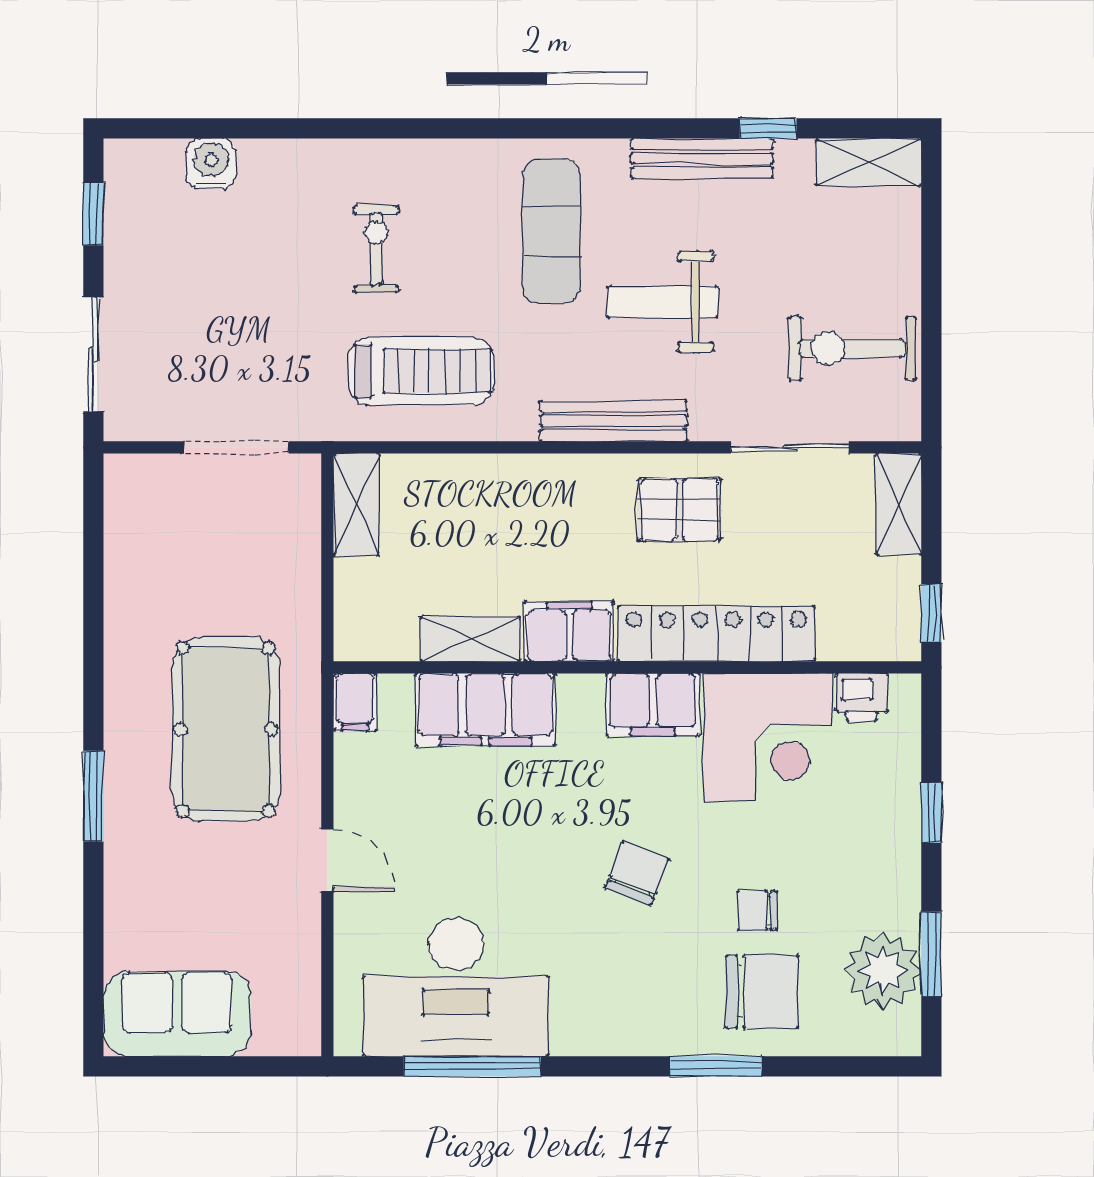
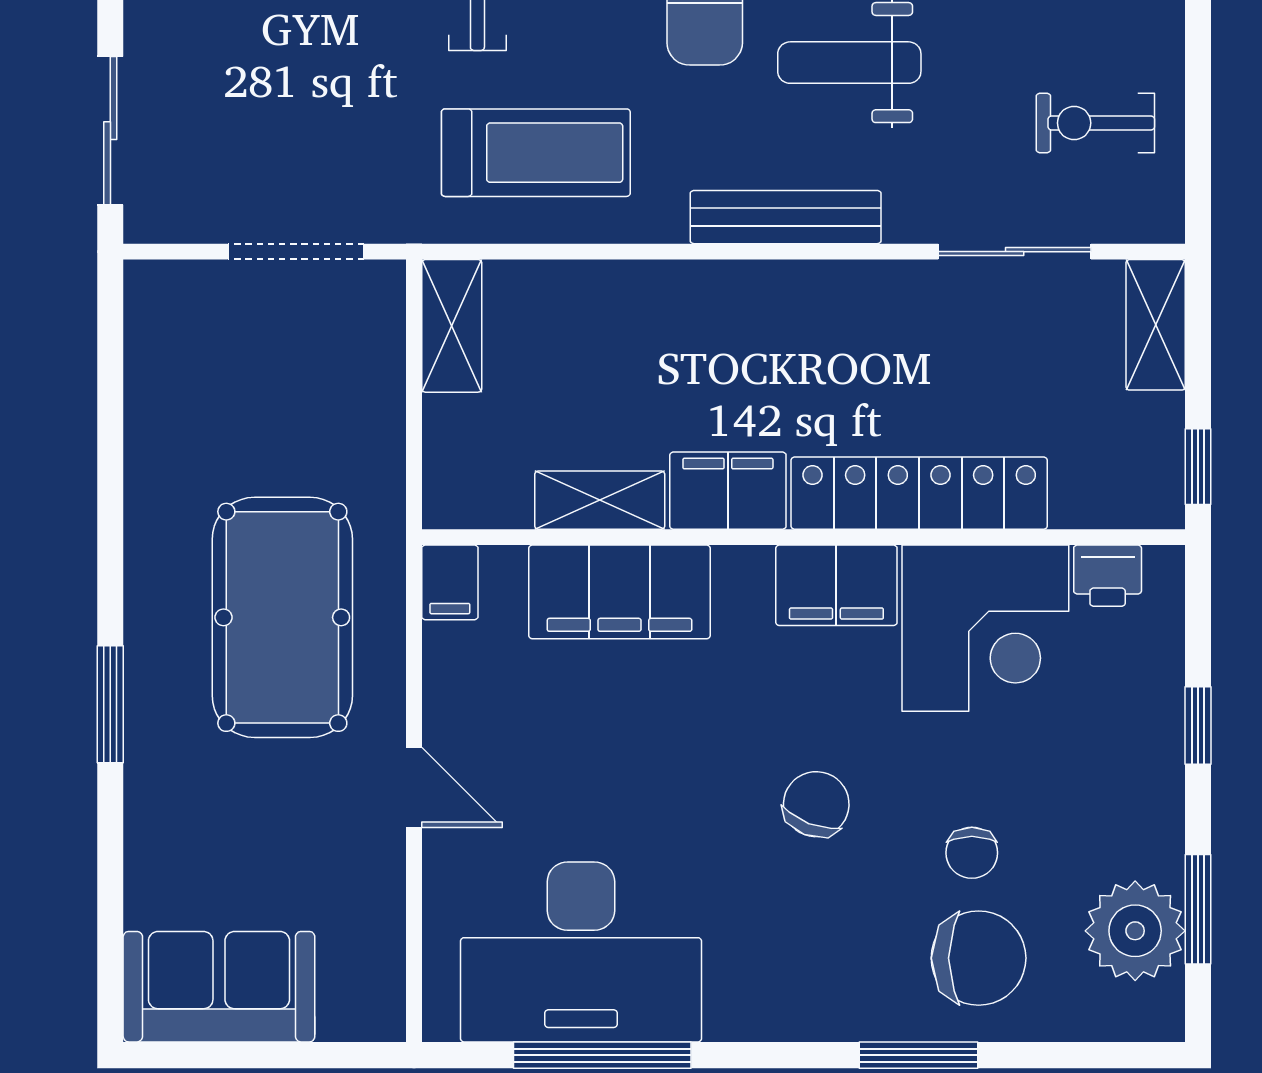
exercise bike: (852, 348) -> (1095, 123), width x0.73, depth x0.72
pallet: (680, 510) -> (871, 333), removed
chair: (757, 911) -> (972, 853), turned -90

